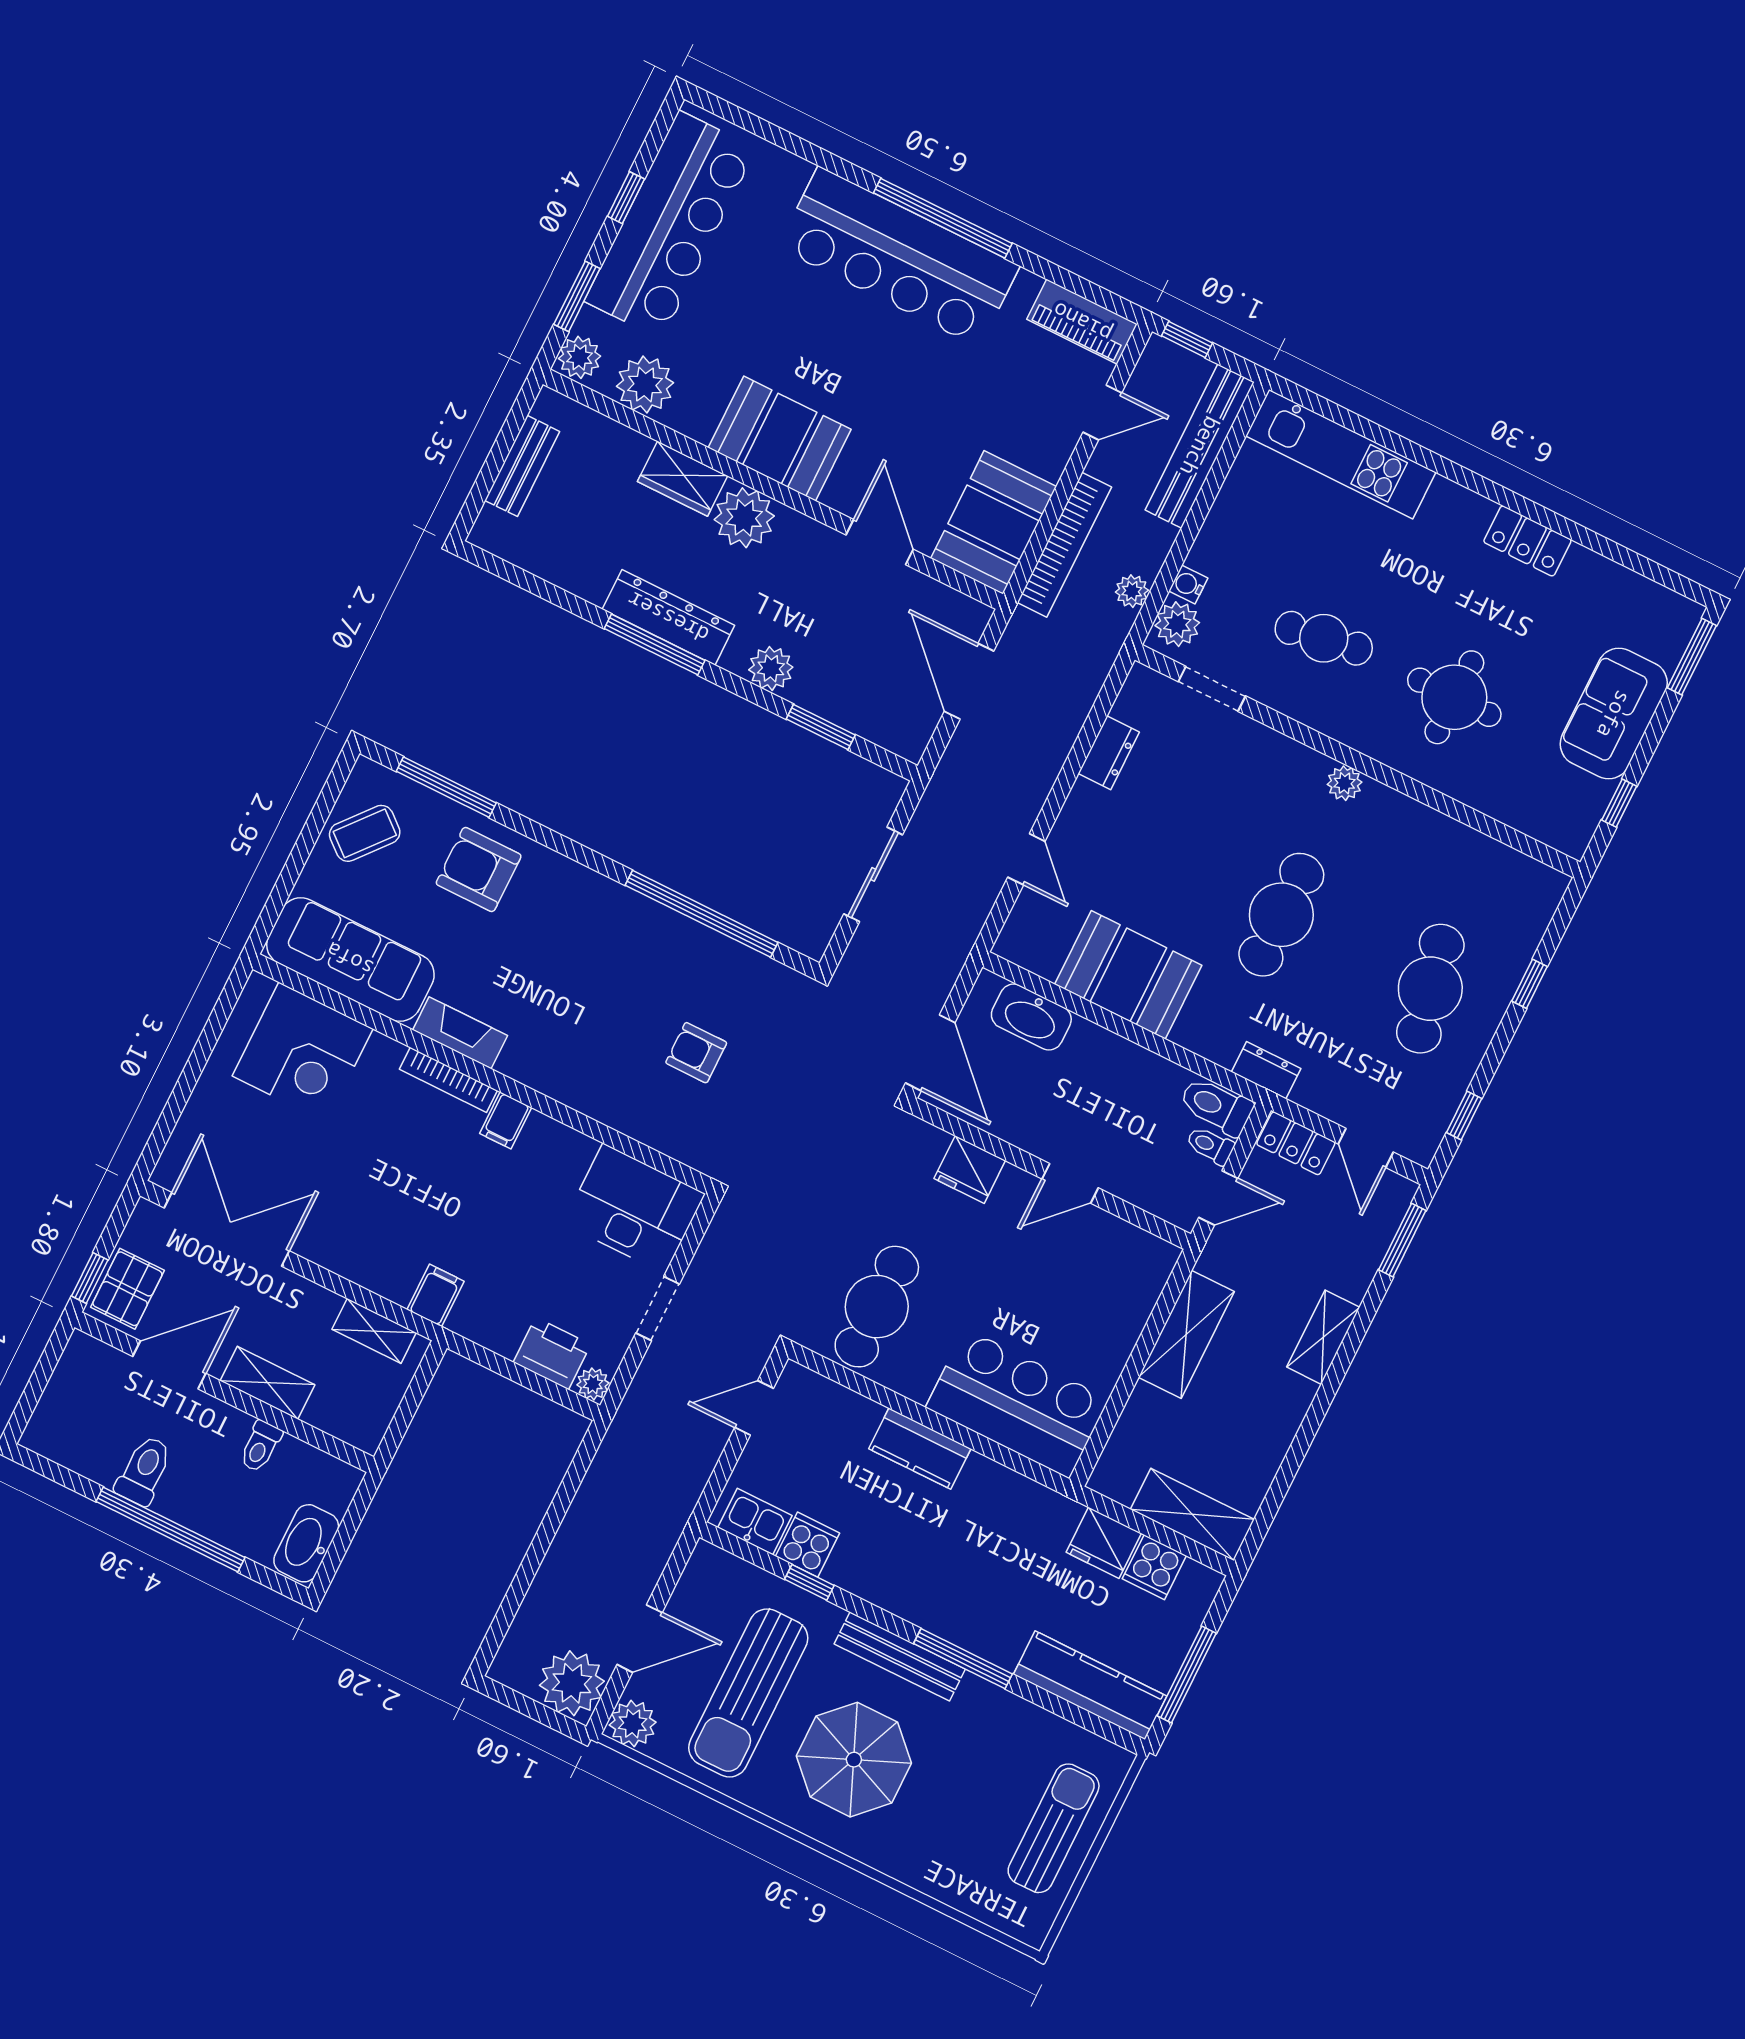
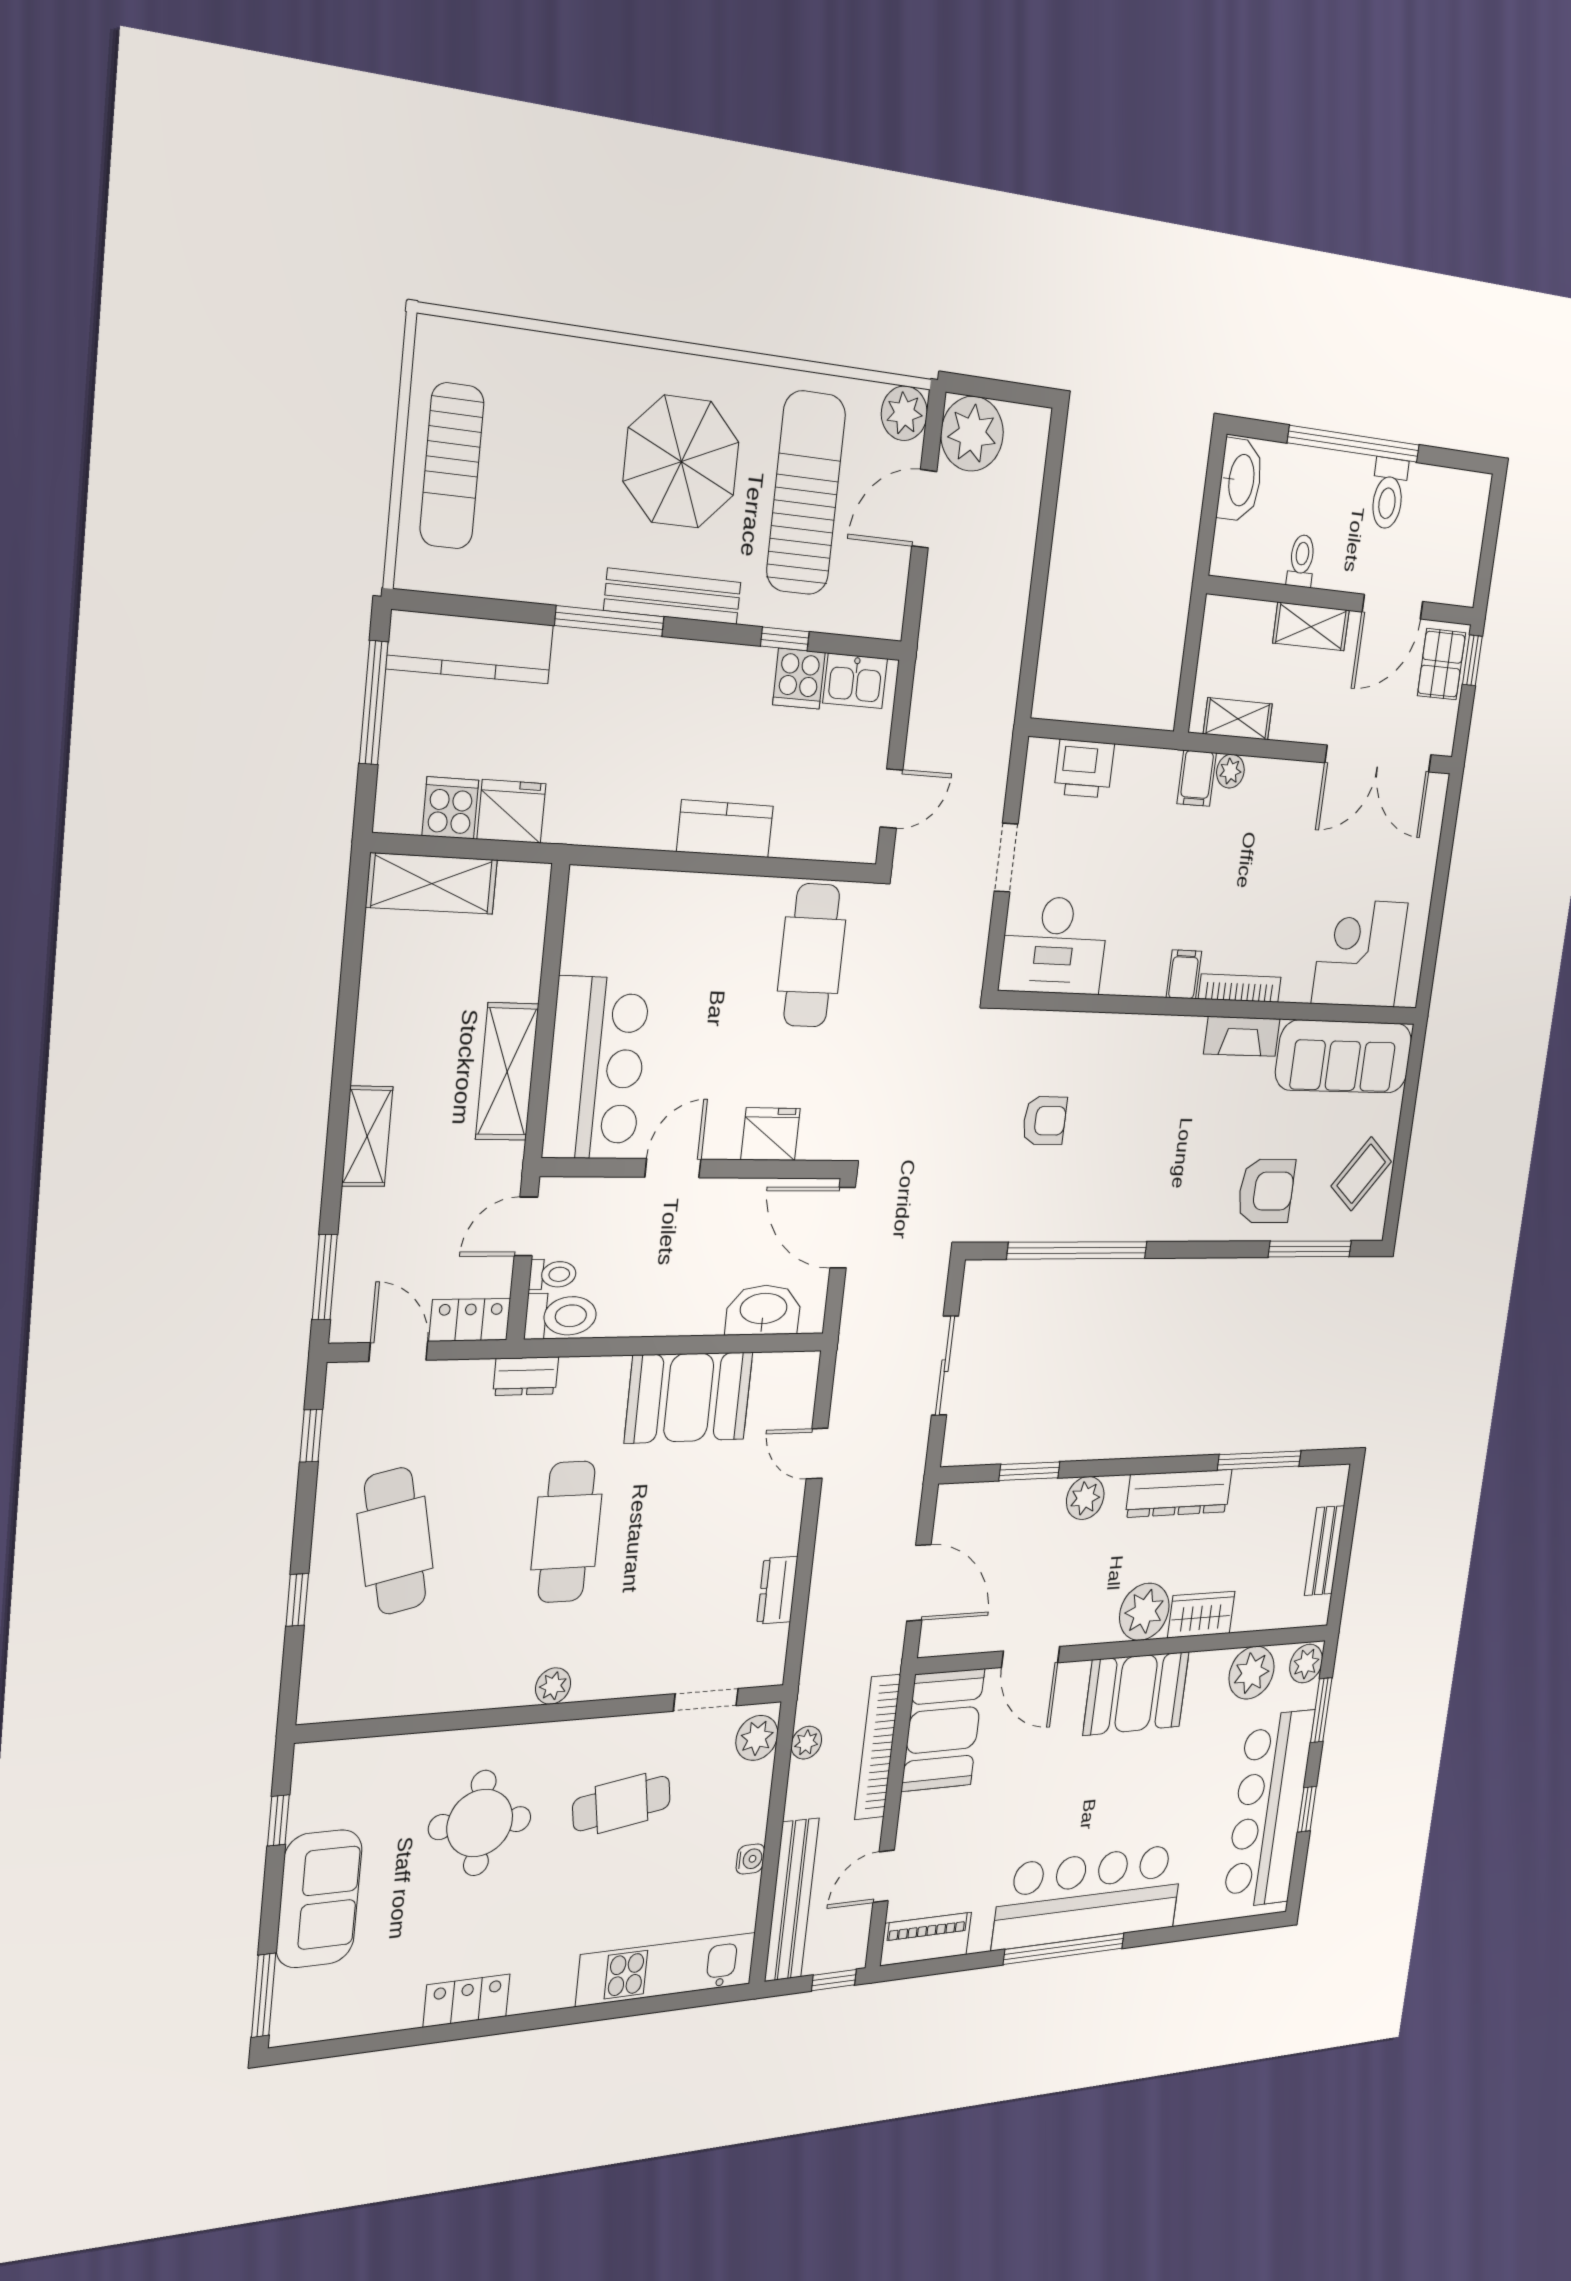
water cooler: (1188, 585) -> (750, 1859), moved
window: (655, 645) -> (1259, 1460), moved
plant: (593, 1384) -> (1230, 771), moved
bar counter: (1017, 1403) -> (596, 1068), moved, turned -90

